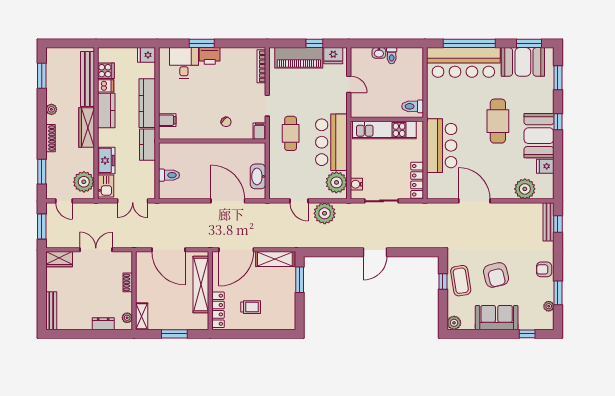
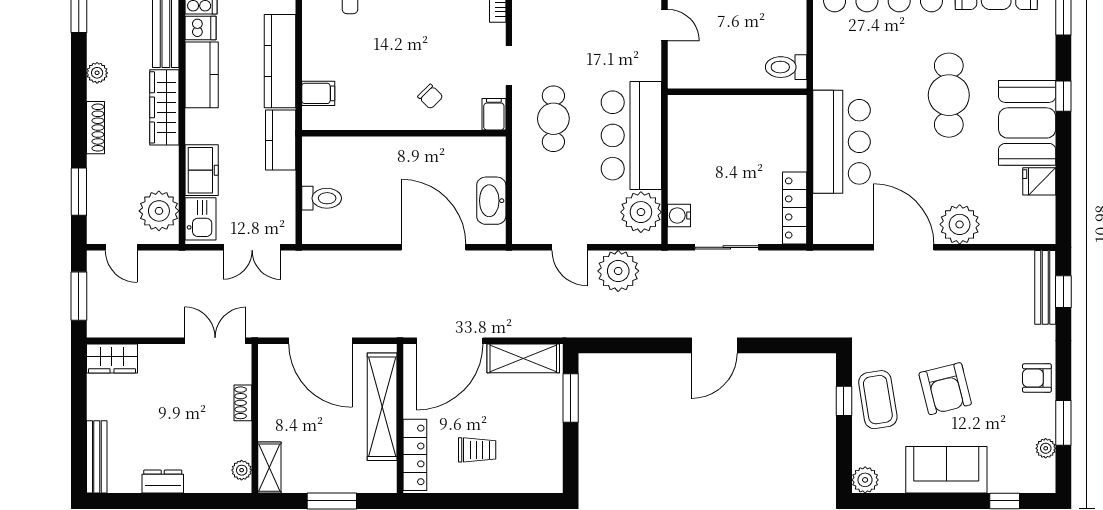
kitchen unit: (384, 130) -> (732, 112), removed
plant: (525, 189) -> (960, 224), moved
double door: (96, 250) -> (215, 341), moved
dresser: (103, 324) -> (163, 482), moved

